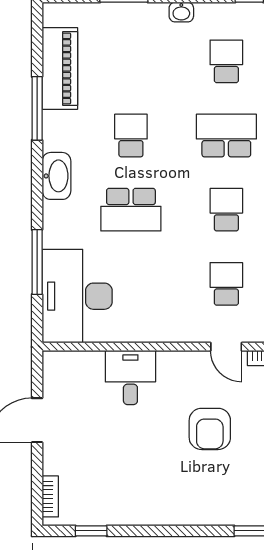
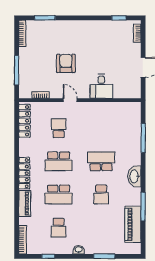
school desk: (226, 210) -> (59, 161), width x1.85
school desk: (226, 284) -> (59, 128), turned 180
desk: (77, 296) -> (125, 123), removed
door: (226, 347) -> (70, 100), moved

